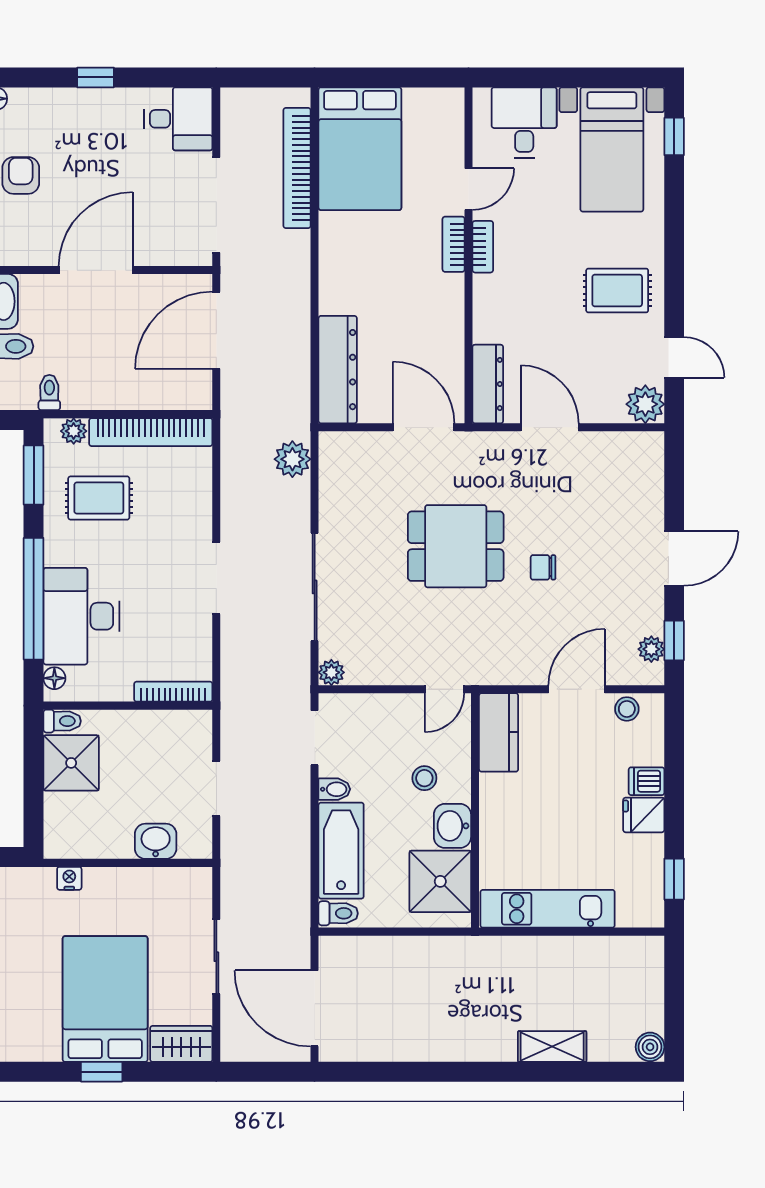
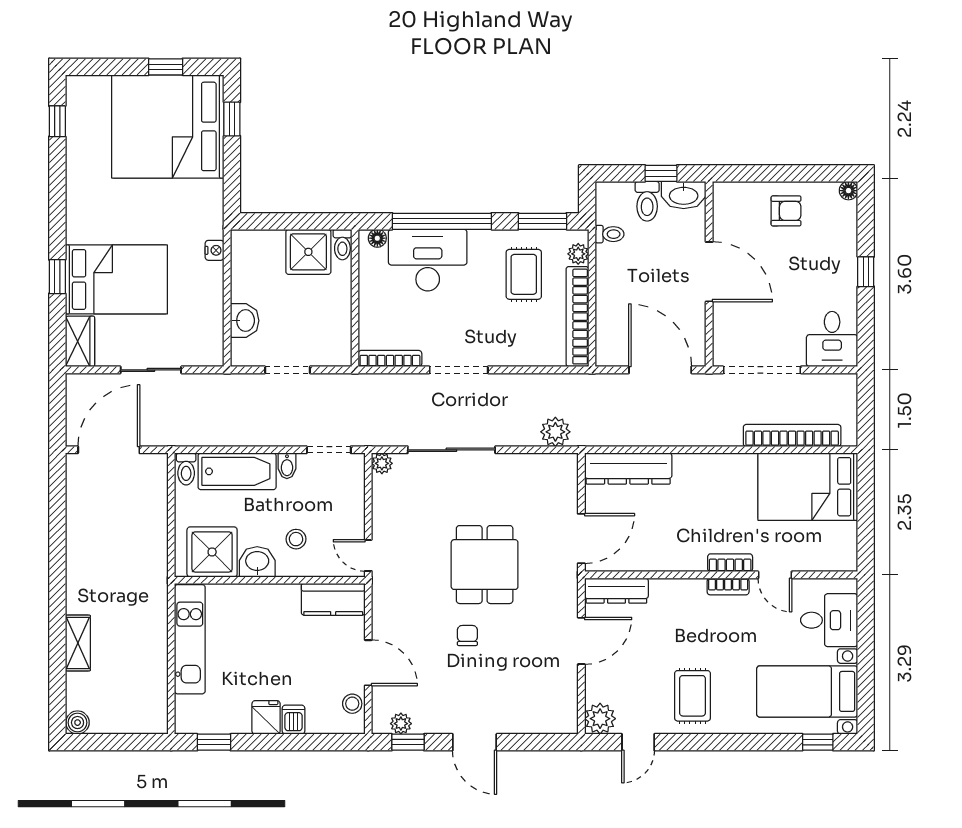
bookcase: (173, 692) -> (390, 359), moved, turned -90

